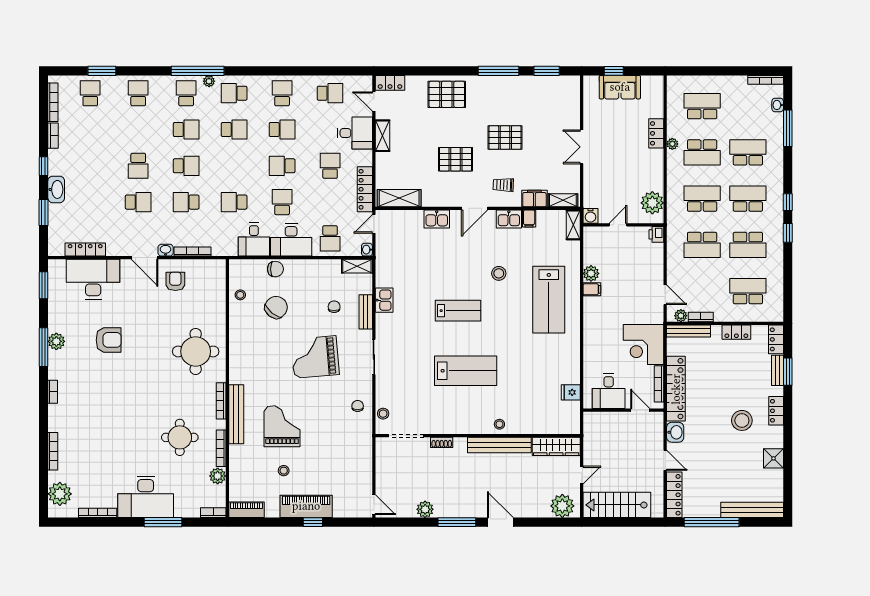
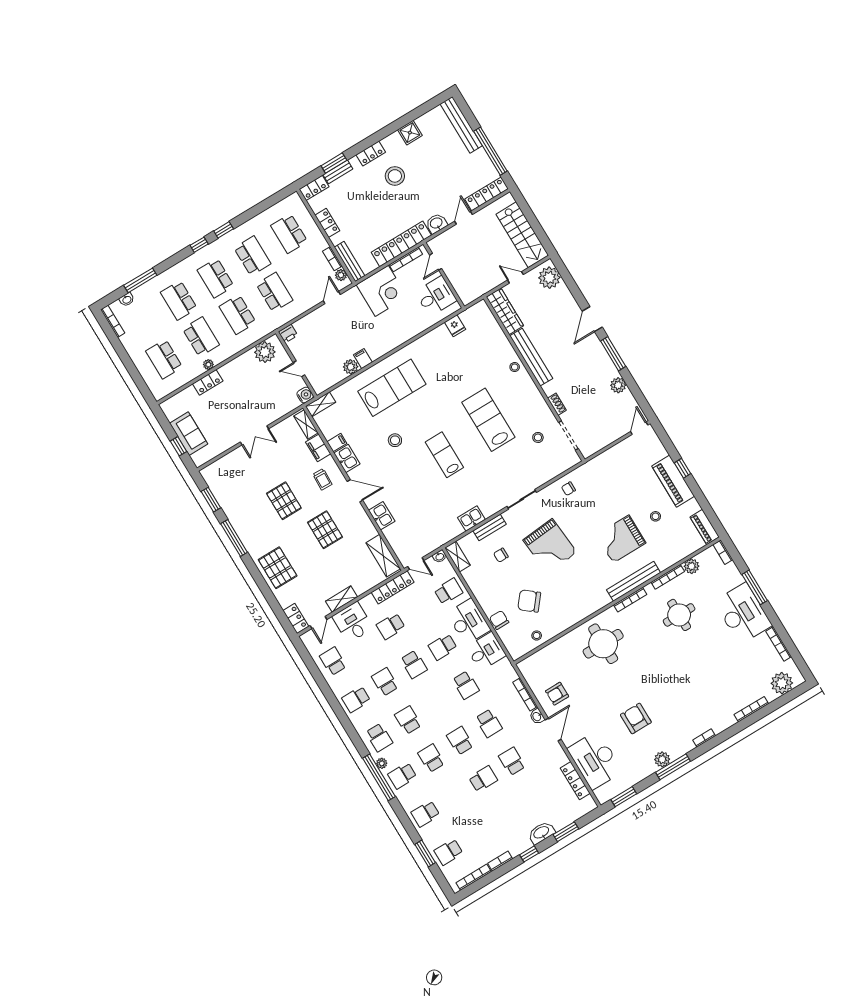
stool: (383, 414) -> (538, 437), moved

